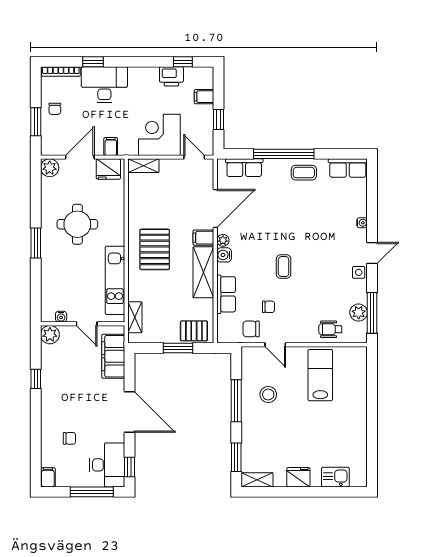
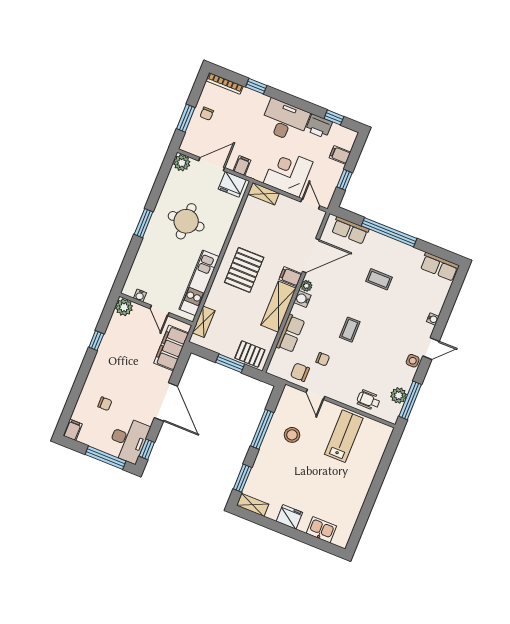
desk: (104, 85) -> (285, 121), moved
coffee table: (304, 173) -> (379, 279), moved

